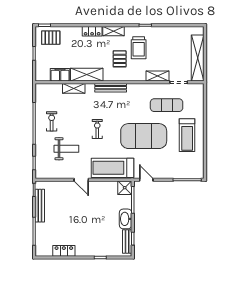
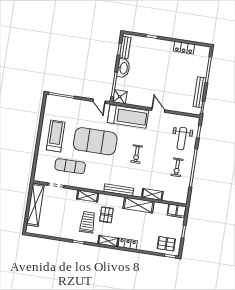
filing cabinet: (60, 75) -> (177, 211), moved
shelving: (157, 76) -> (88, 196), moved
weight bench: (66, 149) -> (182, 139), moved, turned -90

